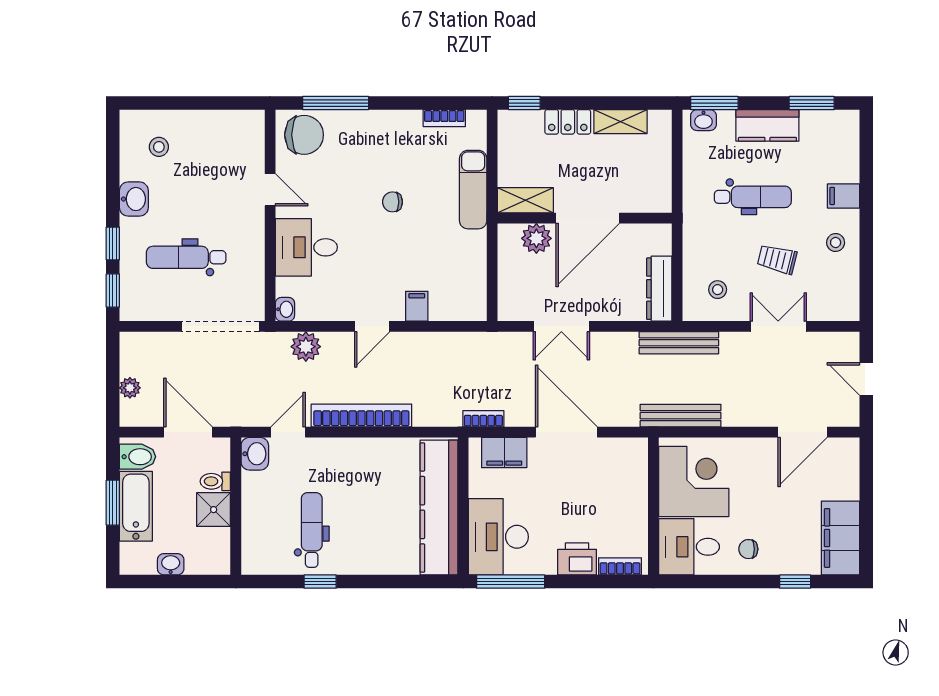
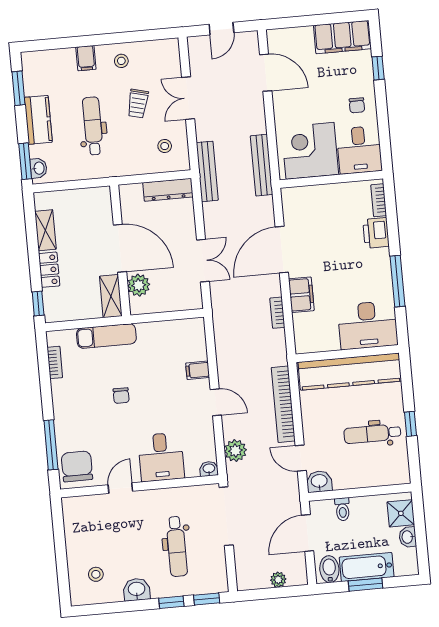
wall: (463, 506) -> (347, 354), moved
kitchen counter: (439, 508) -> (350, 372), moved
shower: (214, 510) -> (401, 513), moved
desk: (498, 537) -> (368, 325), moved

